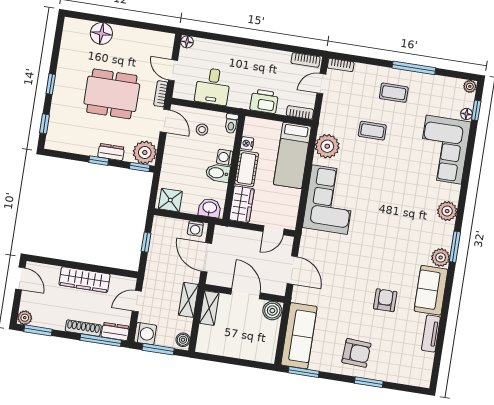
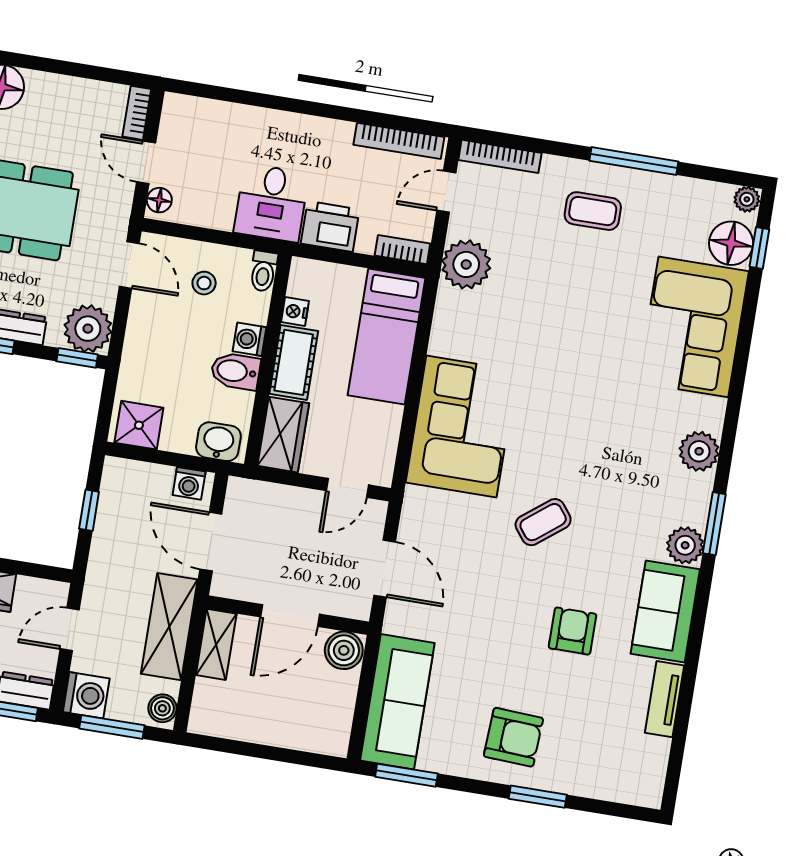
floor lamp: (187, 42) -> (159, 200), moved
bookcase: (306, 60) -> (399, 141), width x1.56
bookcase: (341, 65) -> (500, 156), width x1.56
desk: (213, 86) -> (271, 203), moved
bookcase: (161, 94) -> (137, 113), moved
floor lamp: (466, 114) -> (731, 243), width x1.89, depth x1.89
coffee table: (372, 131) -> (543, 522), moved, turned -38
plant: (327, 146) -> (466, 264), moved
door: (246, 294) -> (290, 616), swing flipped
shelving: (189, 300) -> (169, 627), width x1.50, depth x1.33

